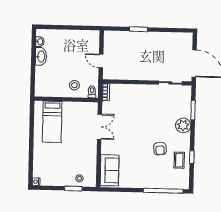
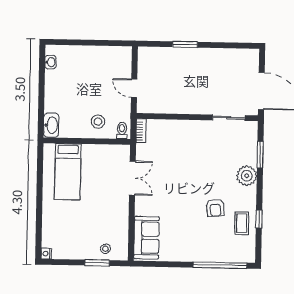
washbasin: (41, 56) -> (51, 125), moved

